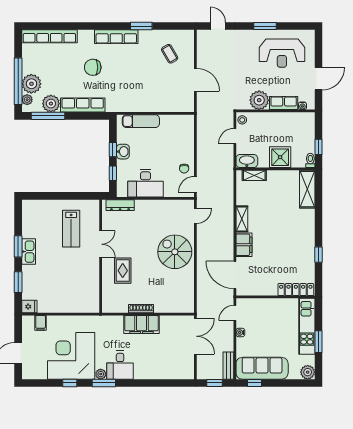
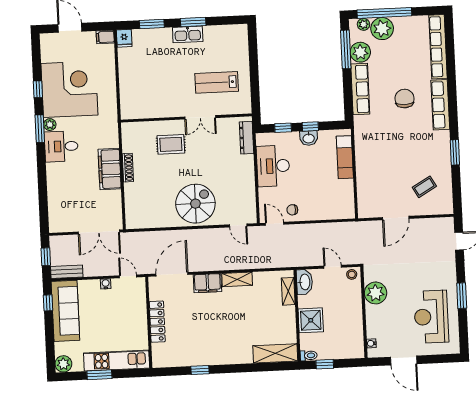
row of seats: (116, 37) -> (440, 105), moved
row of seats: (284, 103) -> (373, 321), removed
locker: (296, 290) -> (157, 322), moved
filing cabinet: (41, 323) -> (105, 37), moved

